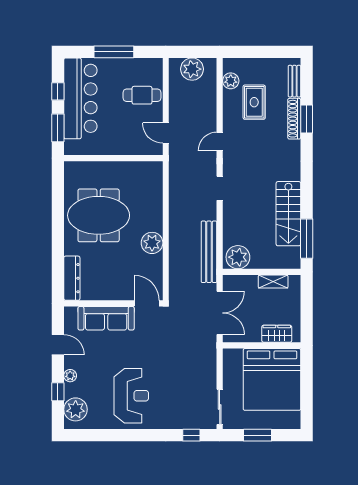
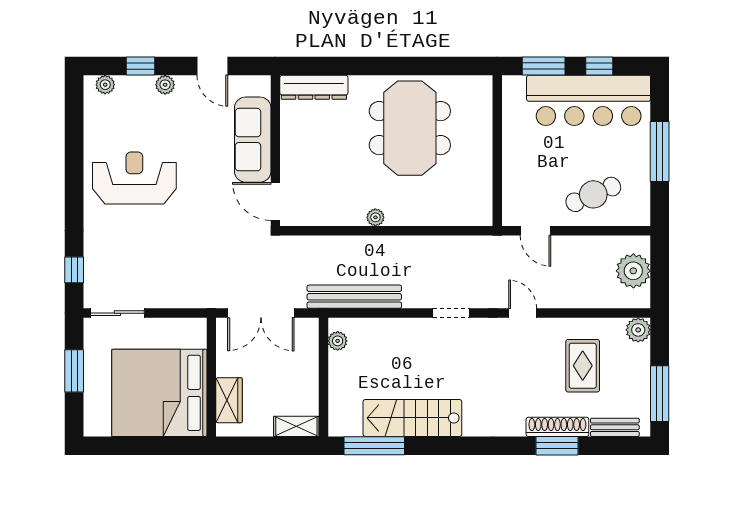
window: (272, 52) -> (660, 394), added
plant: (231, 81) -> (638, 330), moved
cafe table: (142, 95) -> (593, 194), turned 67
rug: (254, 102) -> (583, 366), turned 90
door: (166, 133) -> (535, 231), swing flipped
plant: (152, 243) -> (375, 217), width x0.53, depth x0.53
plant: (238, 257) -> (338, 341), width x0.53, depth x0.53
shelving: (273, 282) -> (296, 426), moved, turned 90
door: (147, 303) -> (275, 201), swing flipped
door: (58, 345) -> (212, 66), hinge flipped
reception desk: (131, 396) -> (134, 178), turned 180
plant: (76, 409) -> (105, 85), width x0.53, depth x0.53

